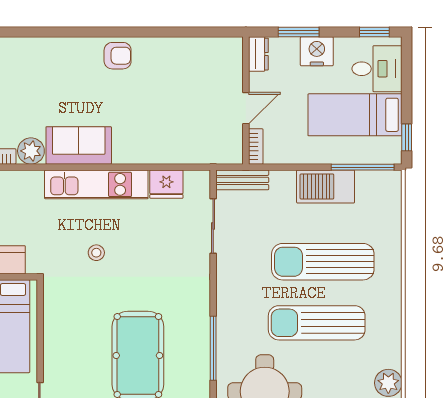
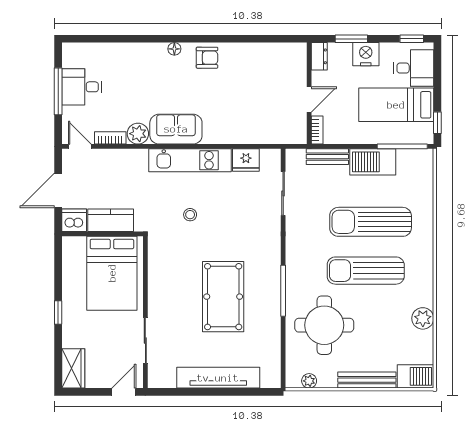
floor lamp: (77, 45) -> (174, 49), added
bench: (242, 180) -> (327, 157), moved

